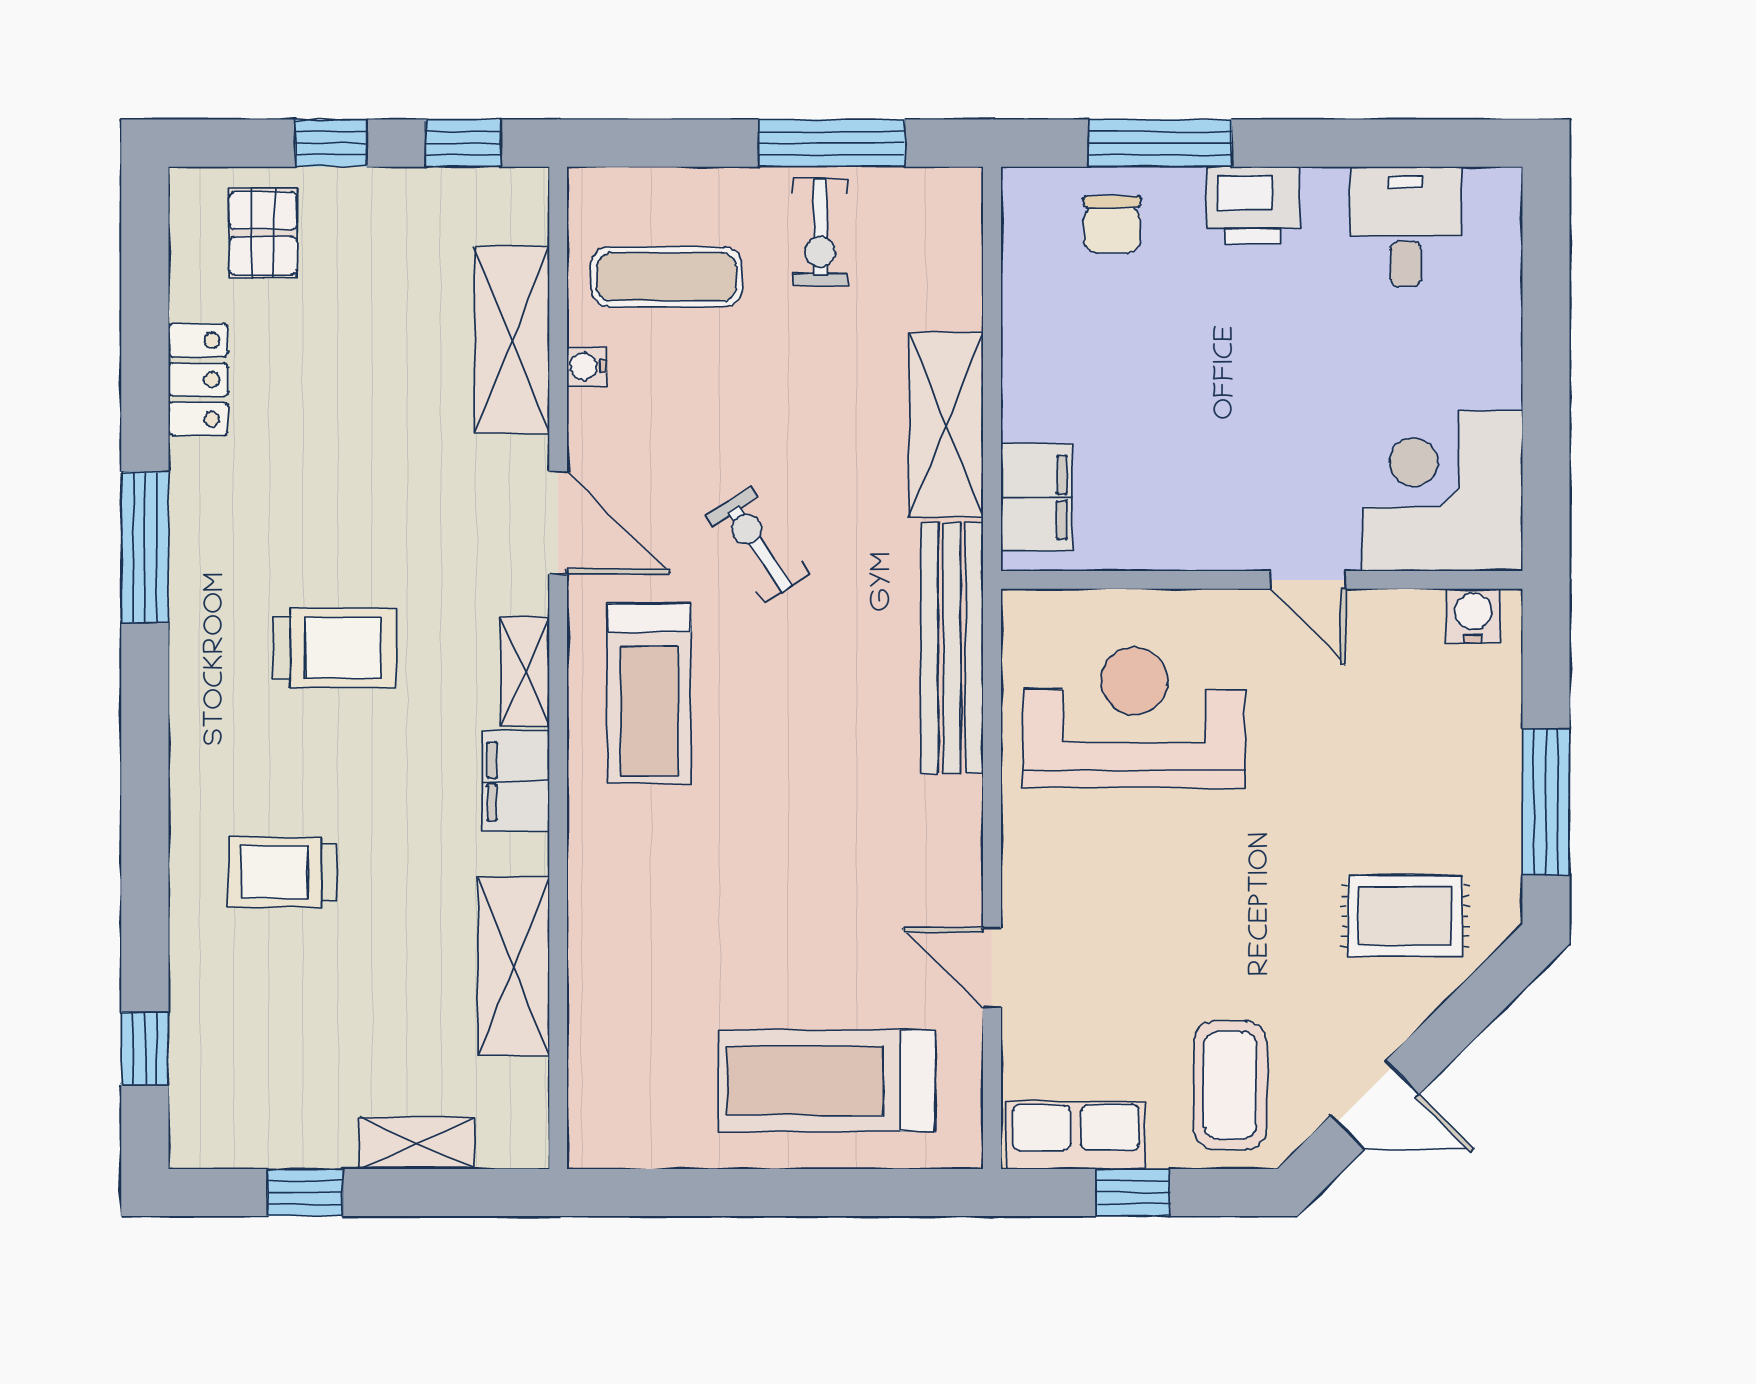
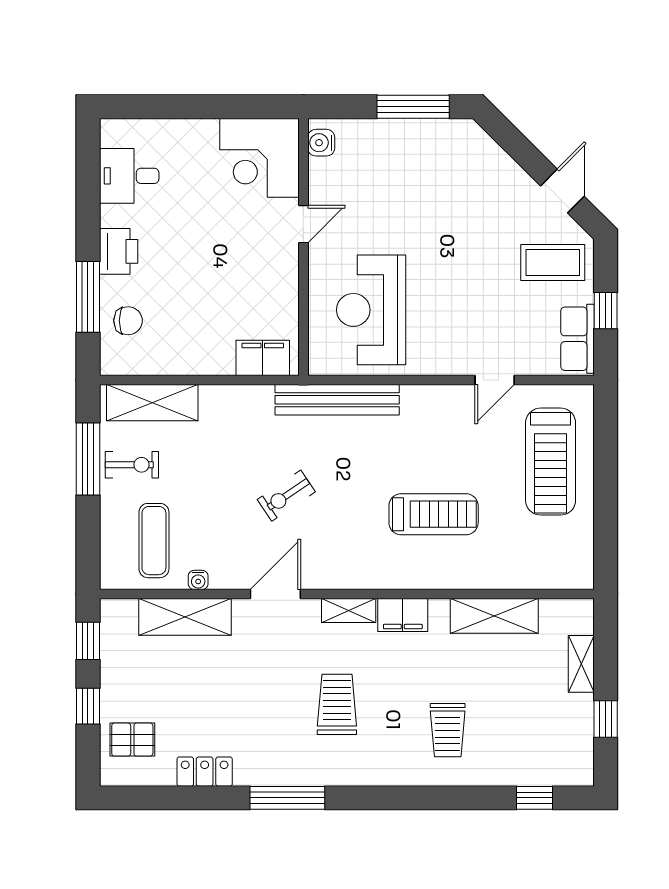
shelving: (946, 425) -> (152, 403), moved
treadmill: (649, 693) -> (434, 514), moved
rug: (1405, 916) -> (469, 176), removed

